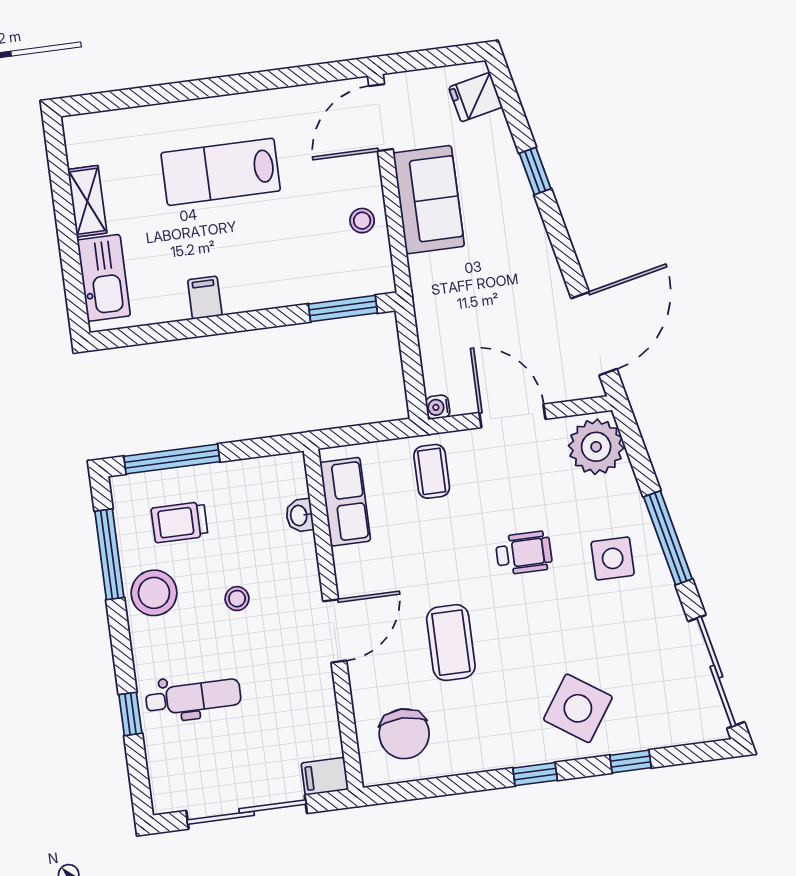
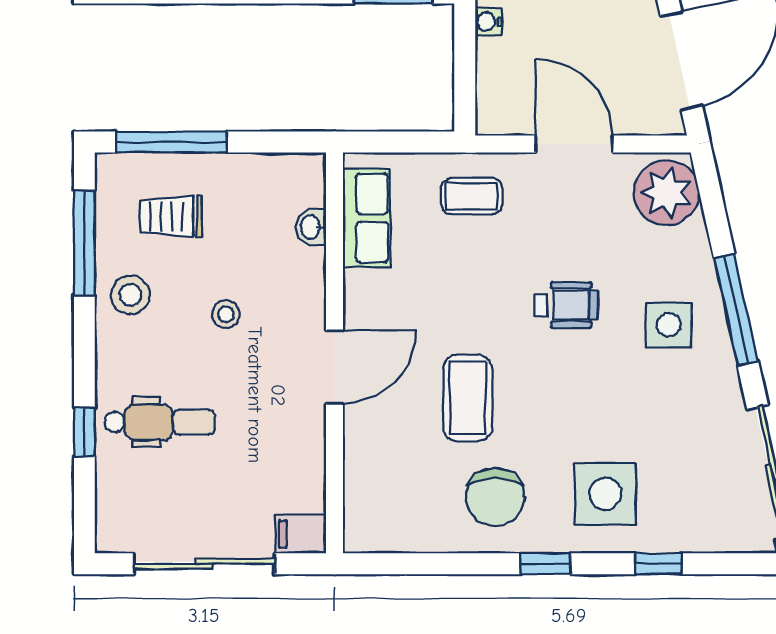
water cooler: (438, 407) -> (488, 22), moved
coffee table: (432, 471) -> (472, 196), turned 90
stool: (154, 593) -> (130, 295), width x0.73, depth x0.73
side table: (578, 708) -> (605, 494), turned -34
chair: (404, 734) -> (495, 497), moved

